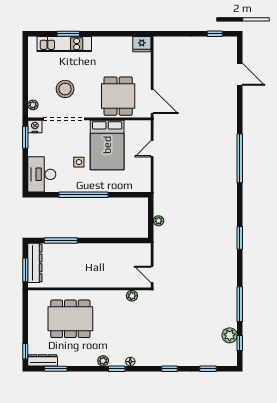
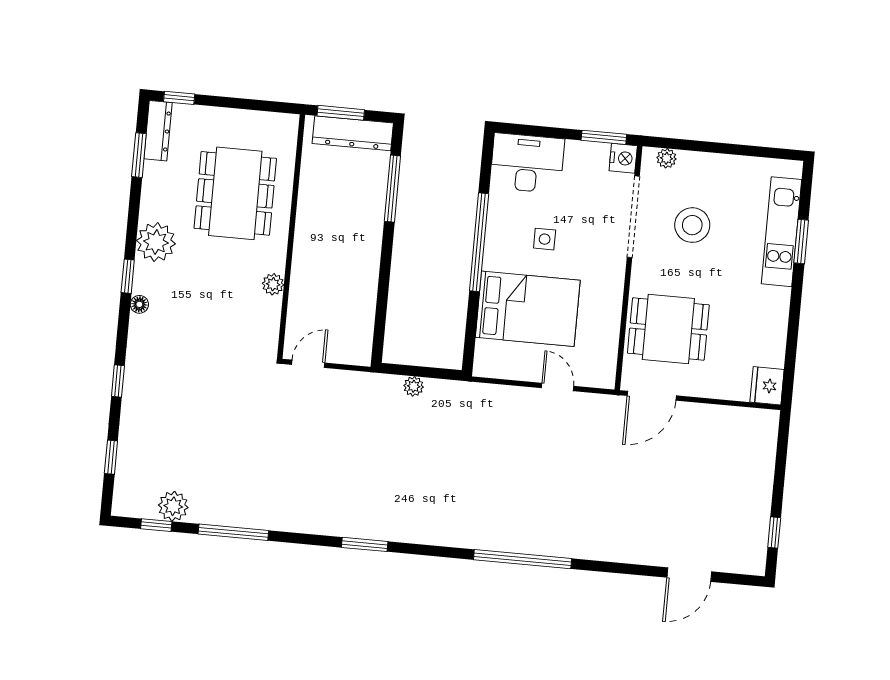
bed: (107, 145) -> (528, 309), moved, turned 180
plant: (132, 296) -> (273, 284), moved
plant: (103, 361) -> (156, 242), width x1.87, depth x1.87

